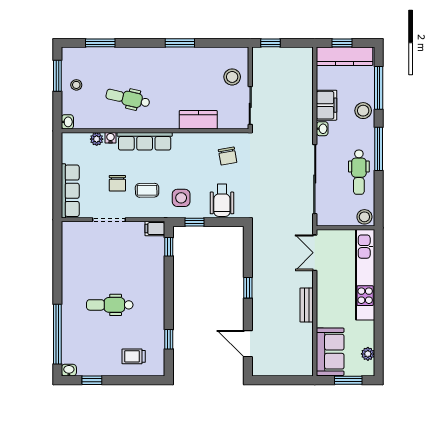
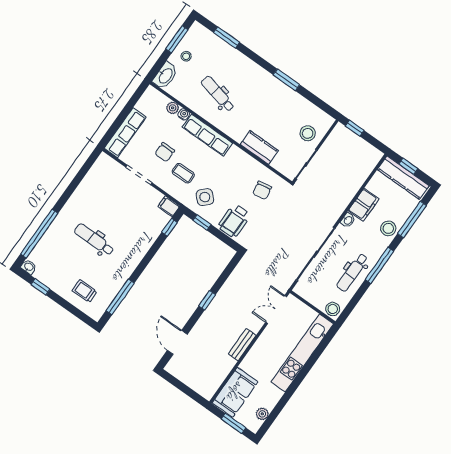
washbasin: (67, 122) -> (165, 76), width x1.91, depth x1.45
side table: (181, 198) -> (205, 197), turned 45
window: (169, 339) -> (120, 297), width x2.17

